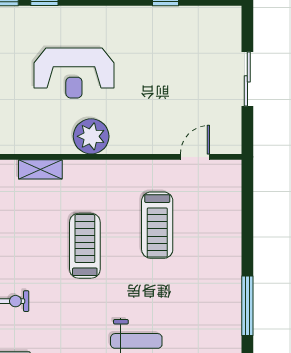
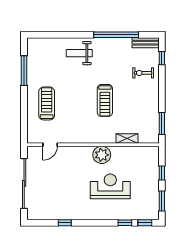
sliding door: (247, 79) -> (24, 183), width x1.86
treadmill: (157, 225) -> (47, 103), moved

